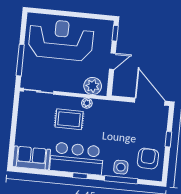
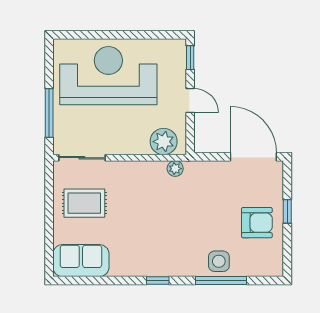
door: (112, 61) -> (190, 101), hinge flipped
plant: (87, 103) -> (175, 169), moved
rug: (69, 119) -> (84, 203), moved
bar counter: (77, 159) -> (150, 255), removed
armchair: (148, 159) -> (257, 223), moved, turned 88

